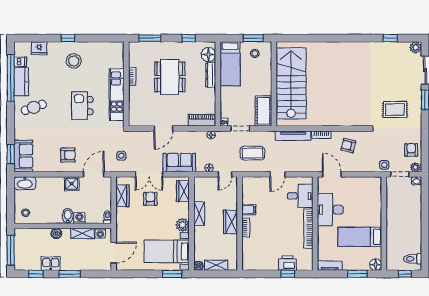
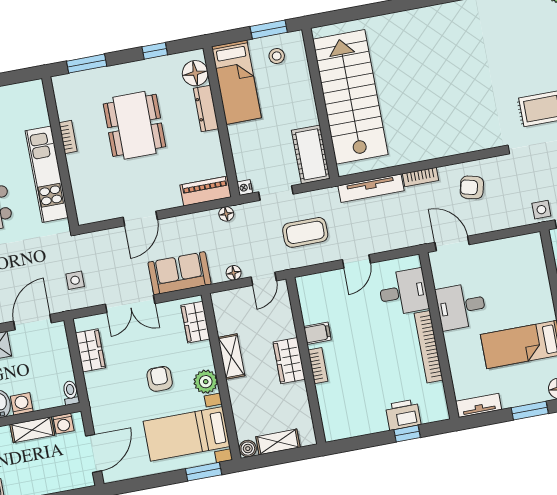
armchair: (150, 199) -> (160, 379), moved
desk: (330, 210) -> (461, 306), width x0.73

